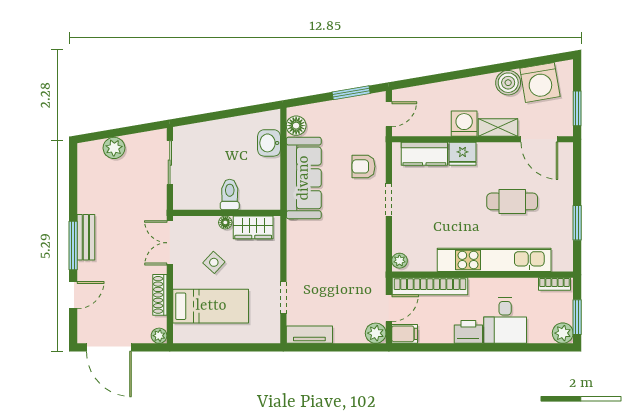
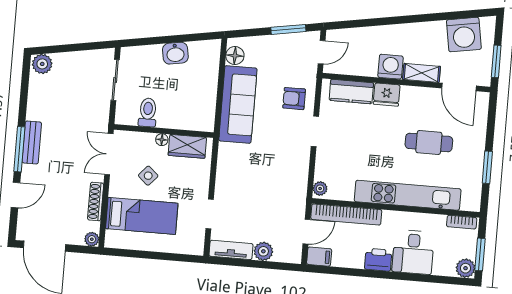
boiler: (508, 83) -> (434, 32), removed
washbasin: (269, 143) -> (175, 53), moved, turned -100
plant: (114, 148) -> (42, 64), moved
toilet: (230, 195) -> (148, 112), moved
plant: (376, 333) -> (263, 251), moved

